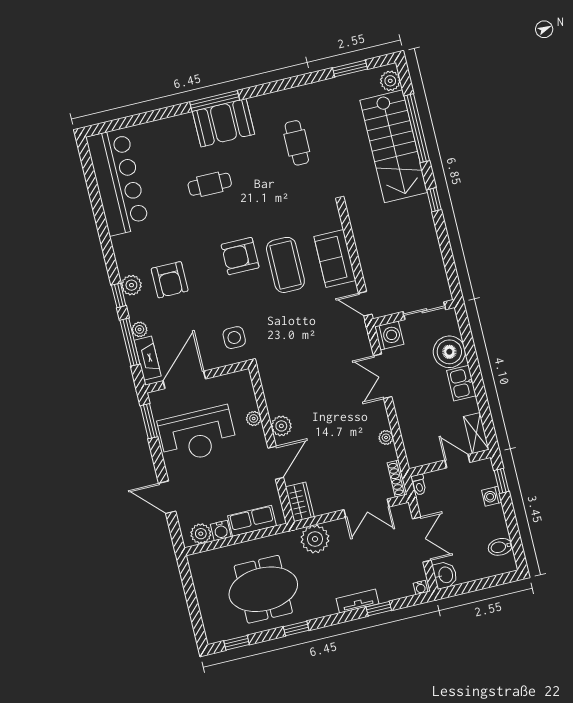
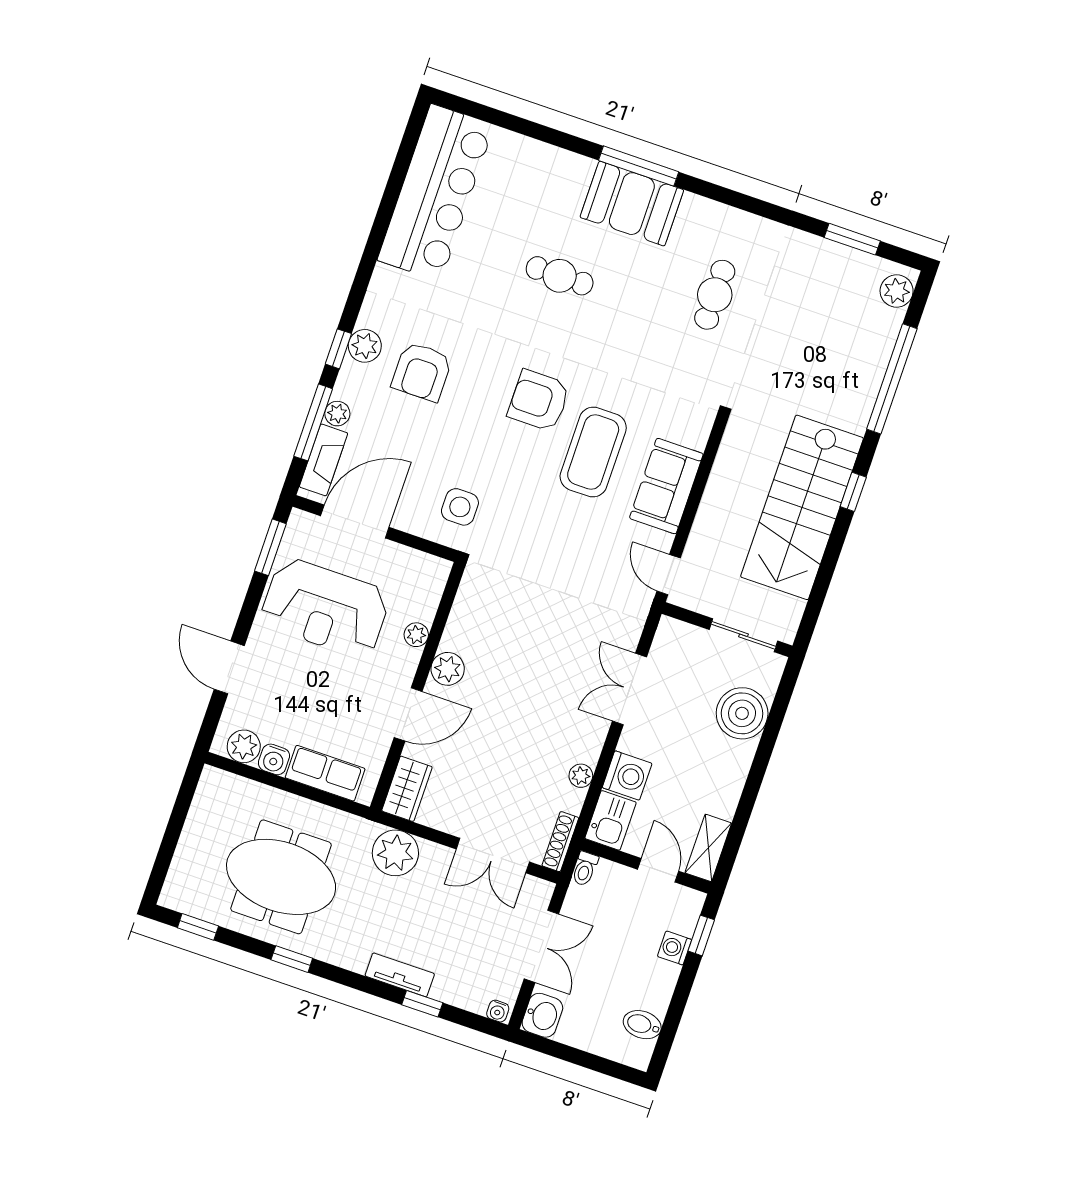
stairs: (394, 146) -> (802, 507), moved
washing machine: (389, 335) -> (627, 775), moved
kitchen sink: (461, 383) -> (611, 820), moved, turned 180

